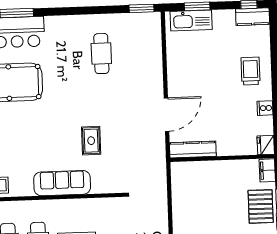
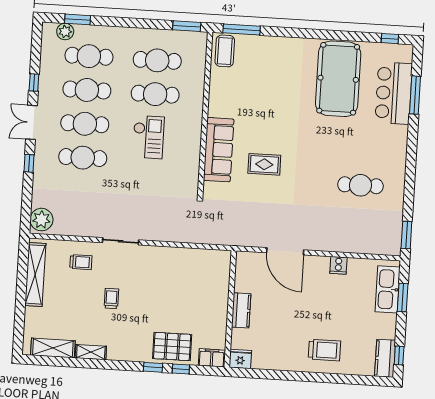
cooker: (265, 108) -> (338, 265), moved, turned 180
kitchen counter: (193, 150) -> (241, 310), moved, width x0.67
sofa: (62, 183) -> (219, 150), moved

